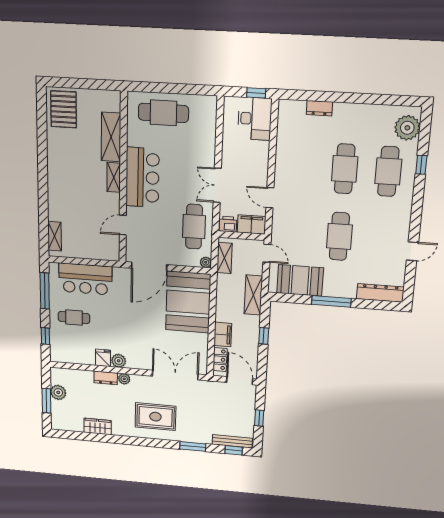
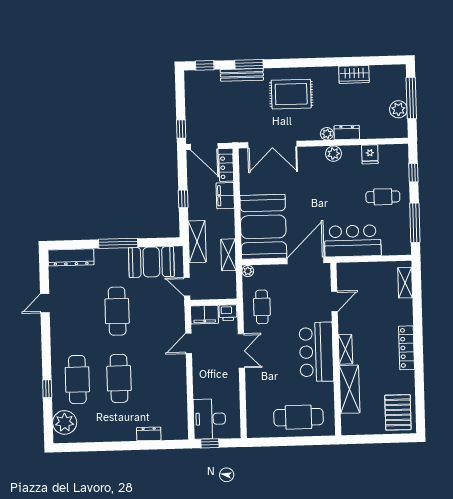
locker: (54, 173) -> (407, 348), added
door: (270, 198) -> (189, 343), swing flipped
cafe table: (194, 227) -> (262, 307), width x0.73, depth x0.74
shelving: (224, 258) -> (228, 255), moved
bar counter: (85, 279) -> (353, 241), moved
fridge: (103, 358) -> (370, 154), moved
window: (46, 401) -> (411, 98), width x1.44
window: (259, 418) -> (181, 129), moved
bench: (232, 441) -> (242, 75), moved

